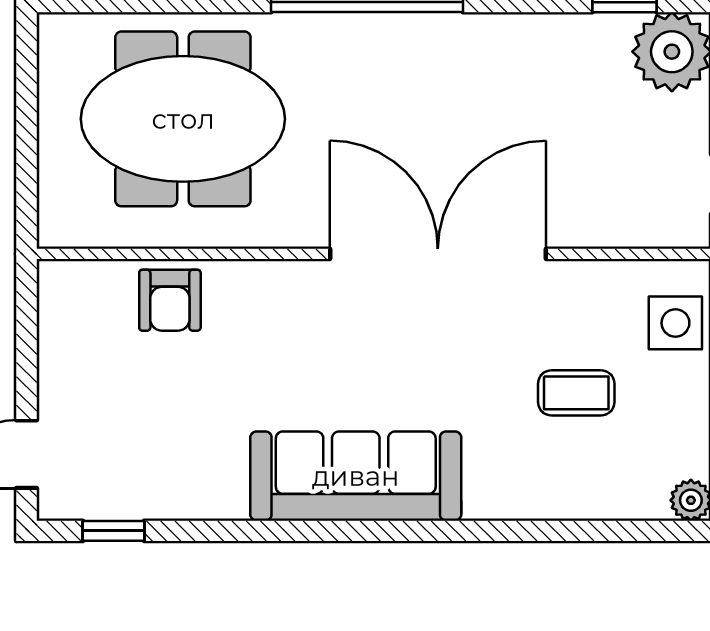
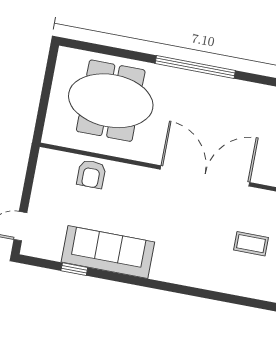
sofa: (356, 476) -> (108, 252), moved
window: (114, 531) -> (74, 269), moved

